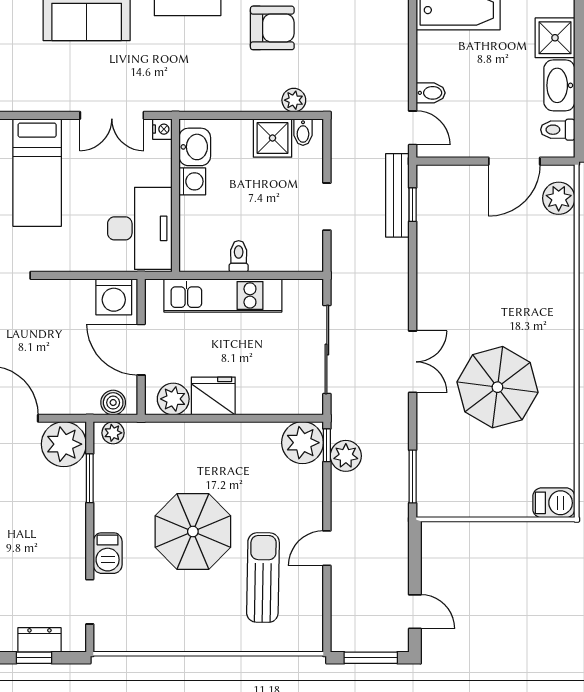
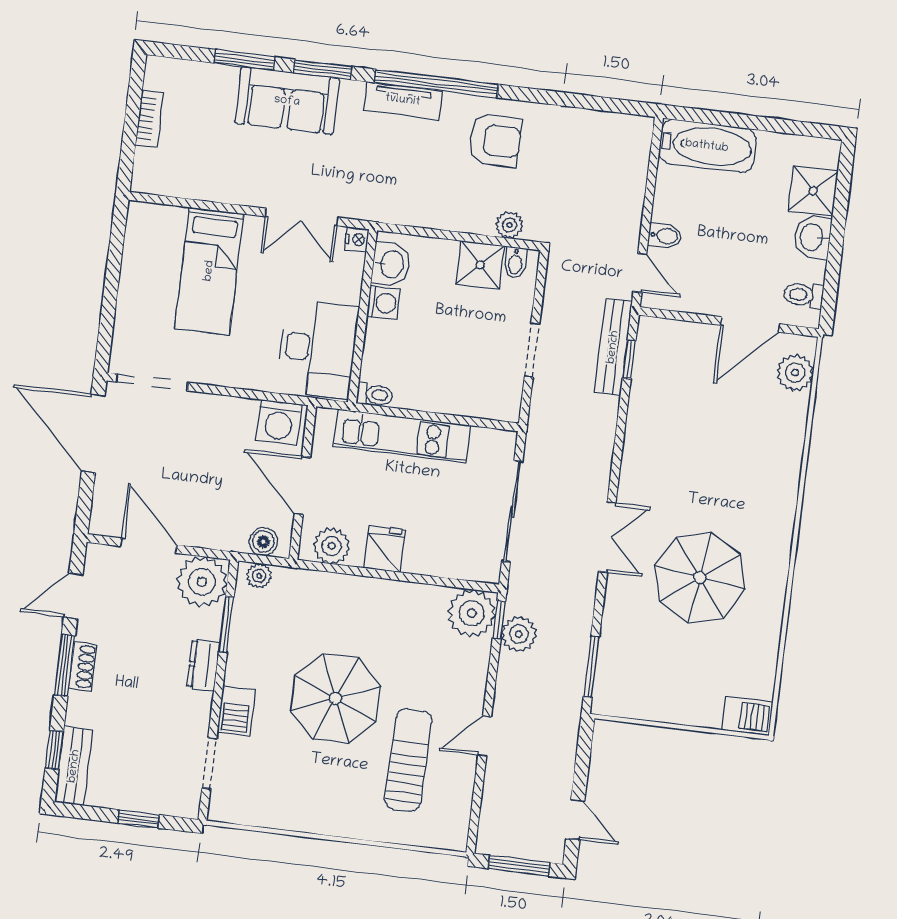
washbasin: (559, 85) -> (812, 237), width x0.72
toilet: (239, 256) -> (375, 395), moved, turned 90
fridge: (213, 396) -> (384, 549), width x0.72
dresser: (39, 640) -> (203, 665), moved, turned -90

